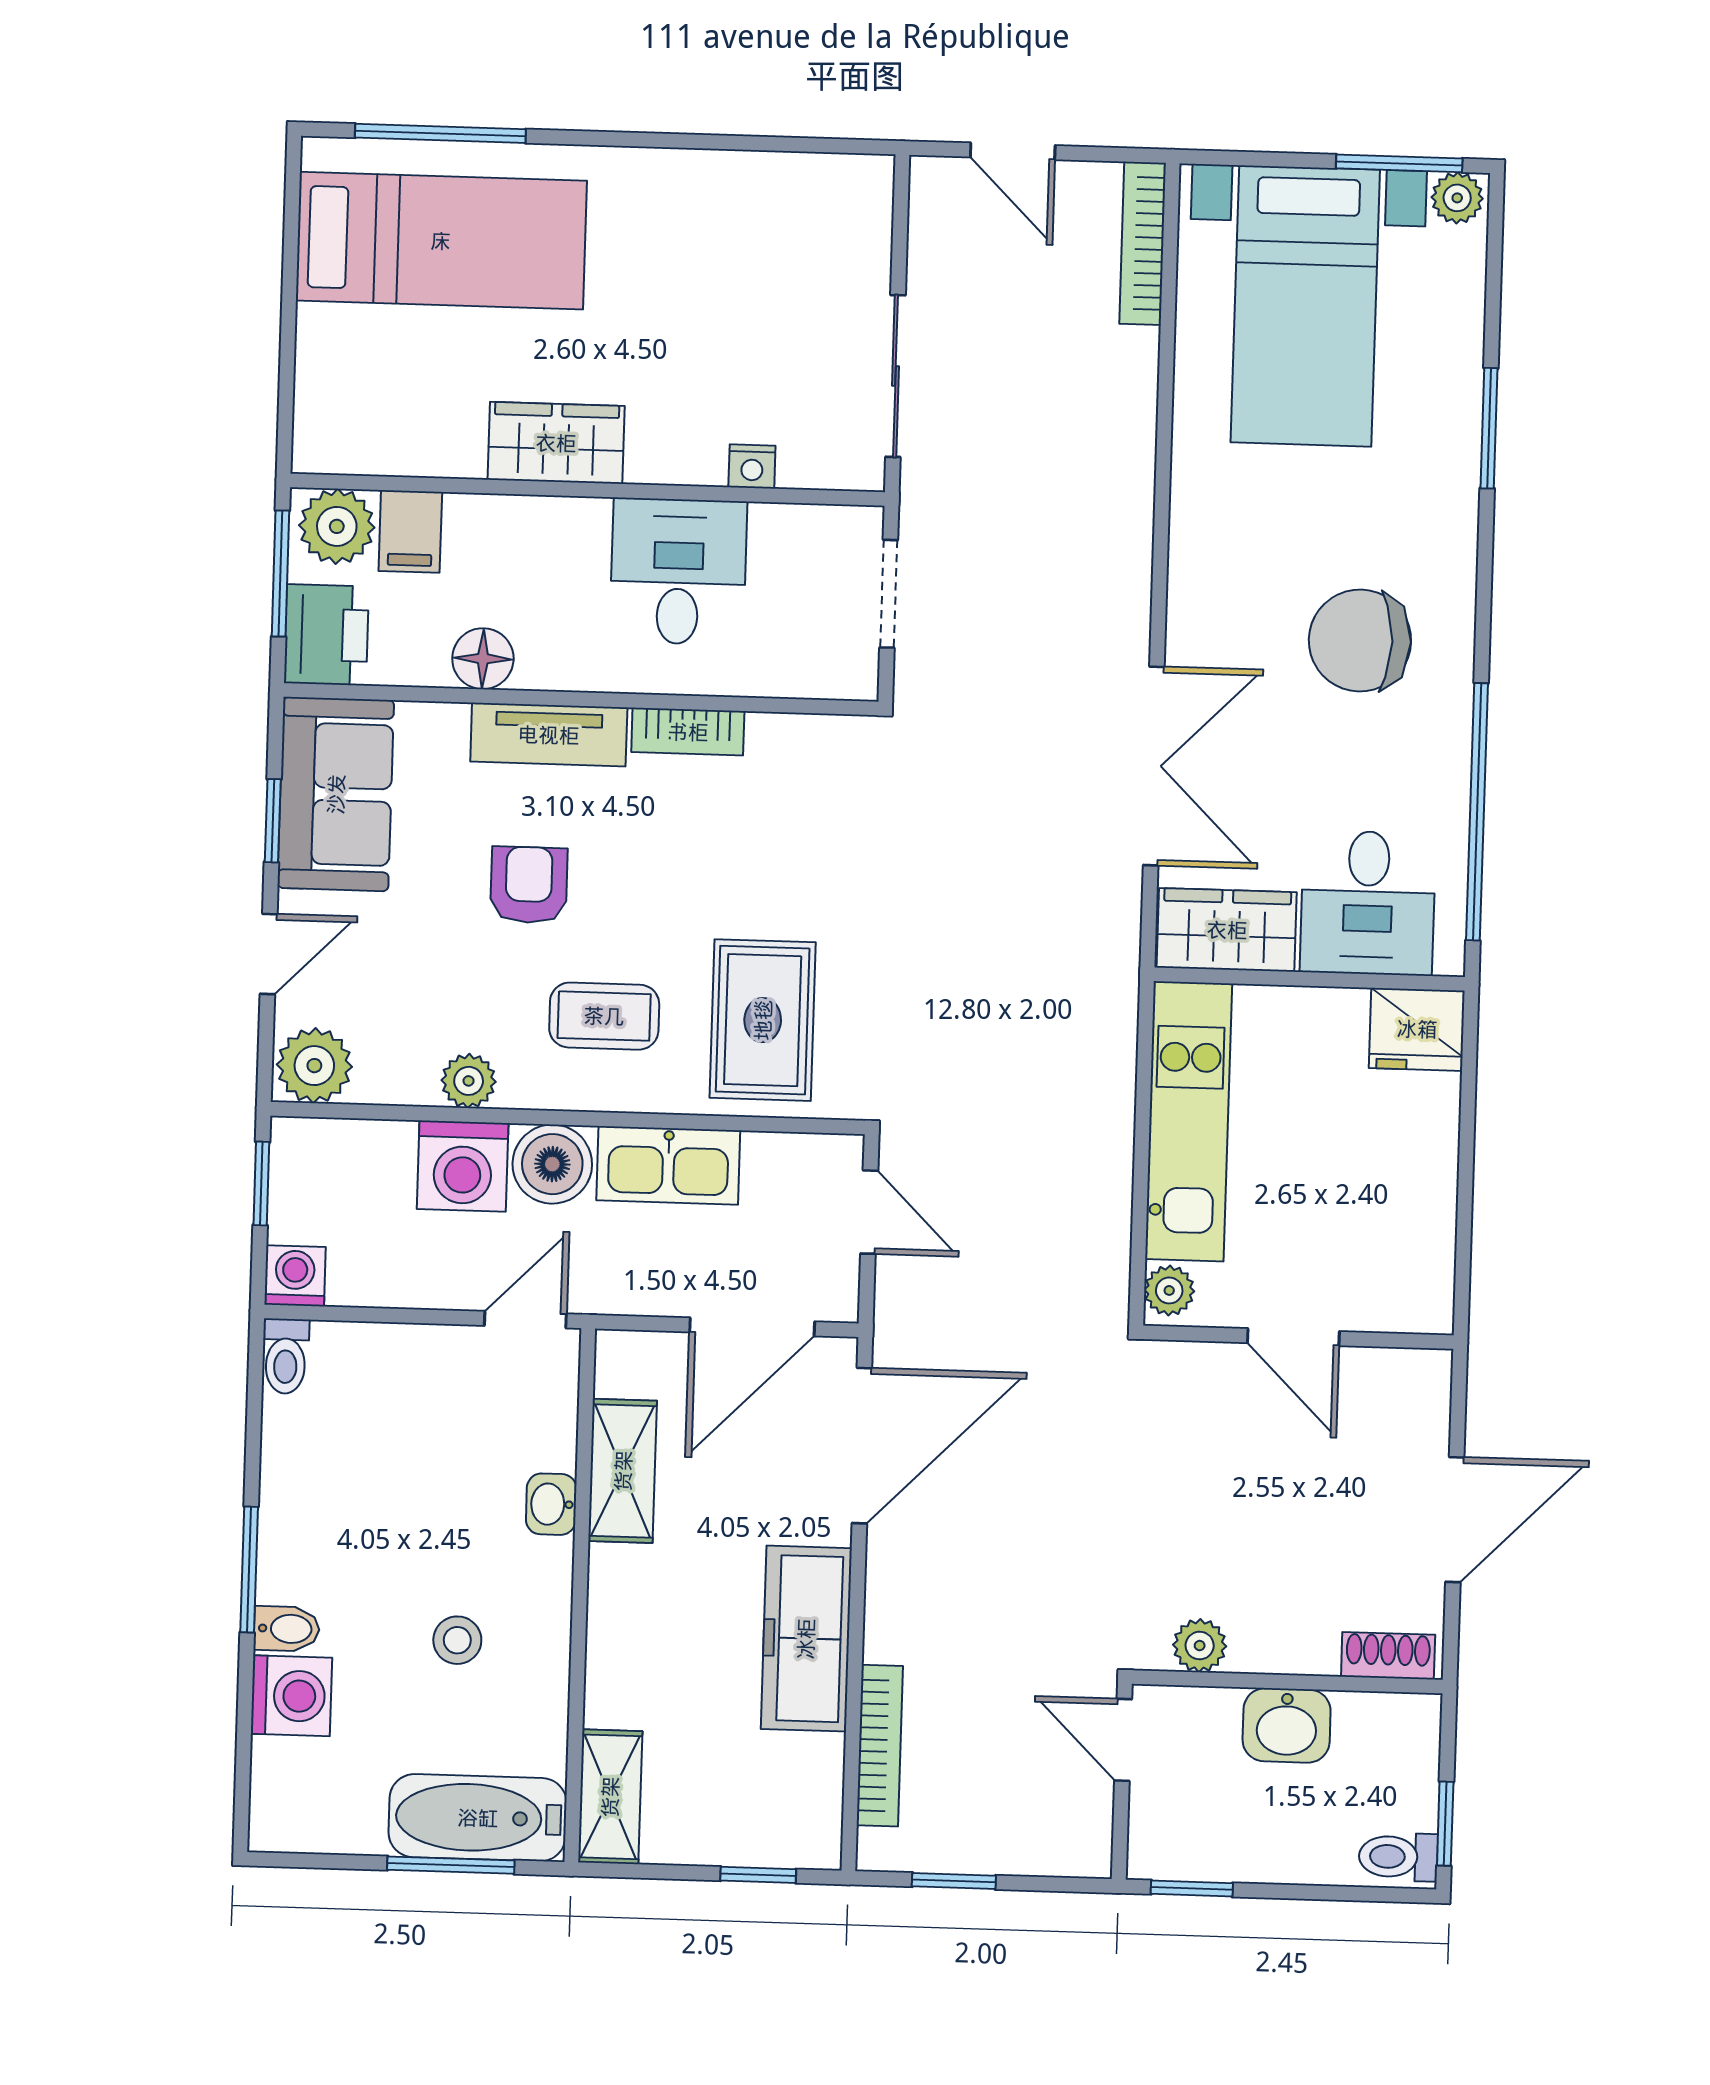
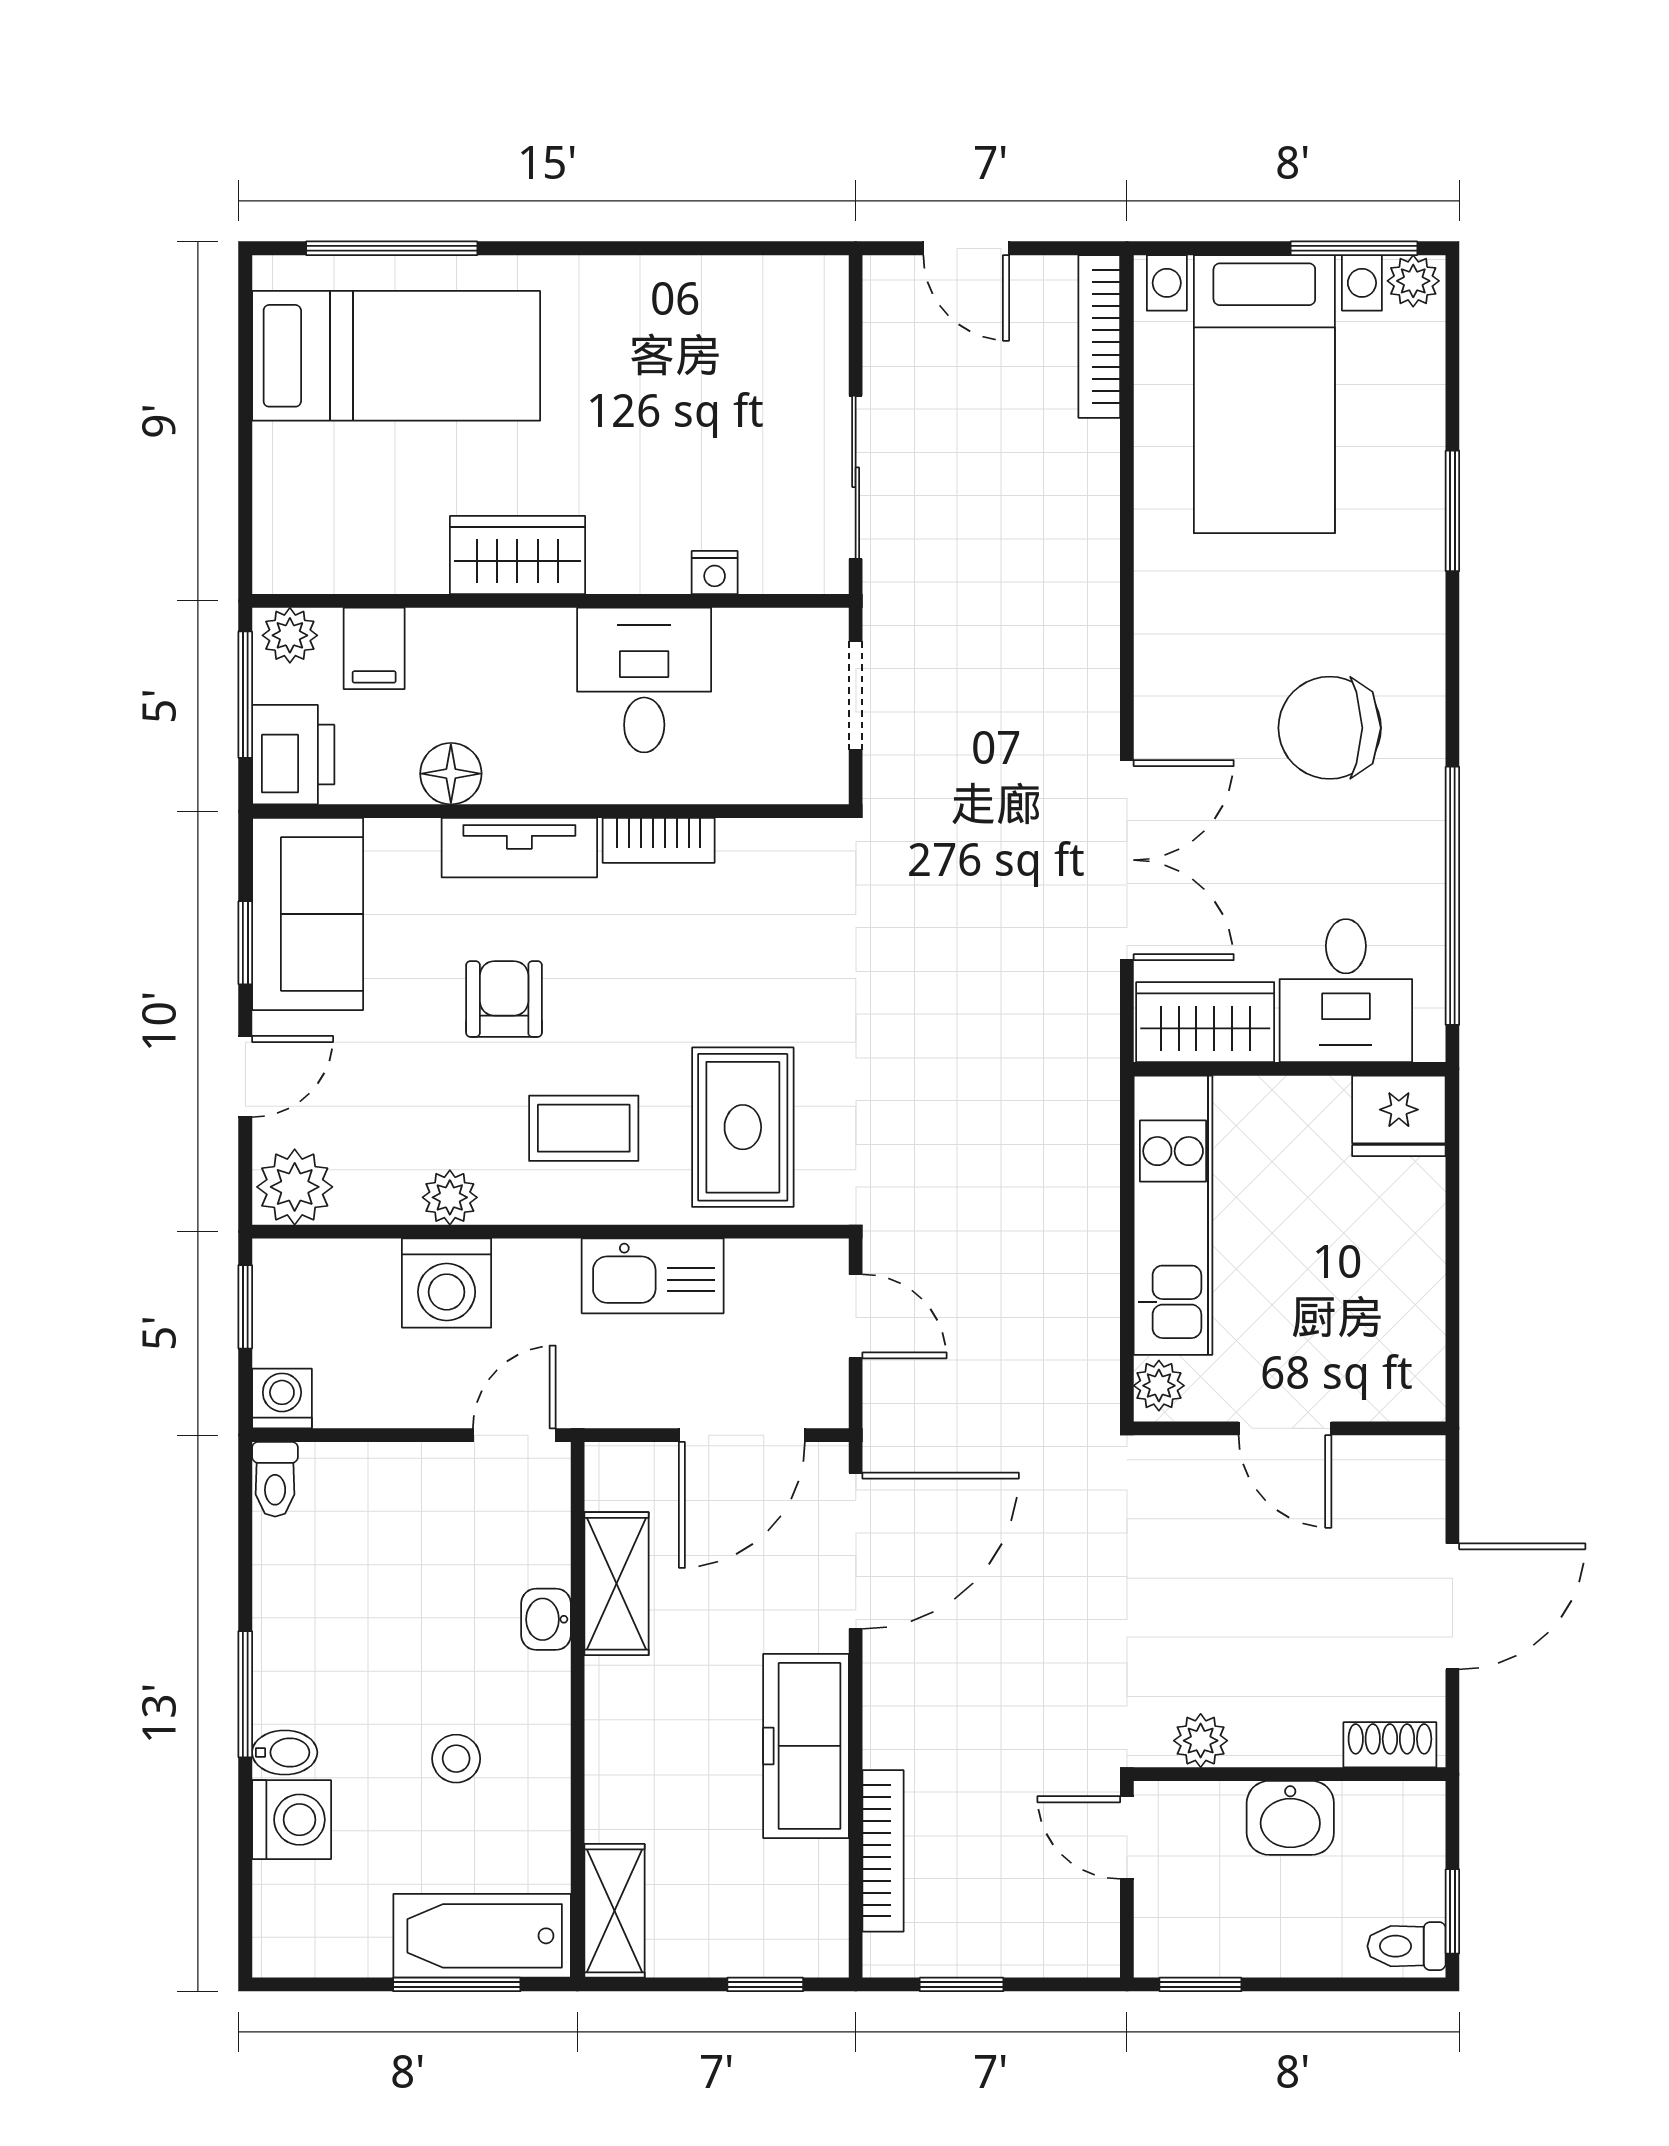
plant: (337, 526) -> (290, 635), width x0.73, depth x0.73
boiler: (552, 1164) -> (536, 1278), removed

